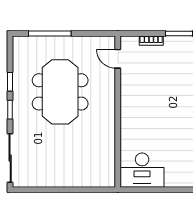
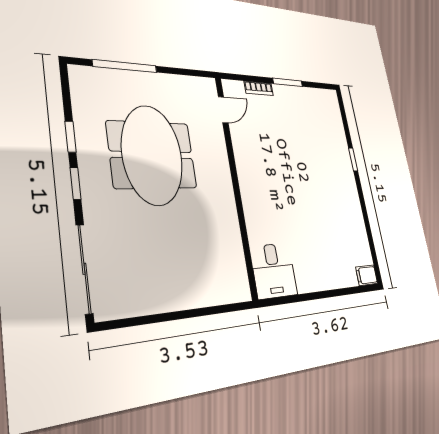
door: (118, 59) -> (223, 110), swing flipped
desk: (142, 170) -> (274, 271), width x0.73

